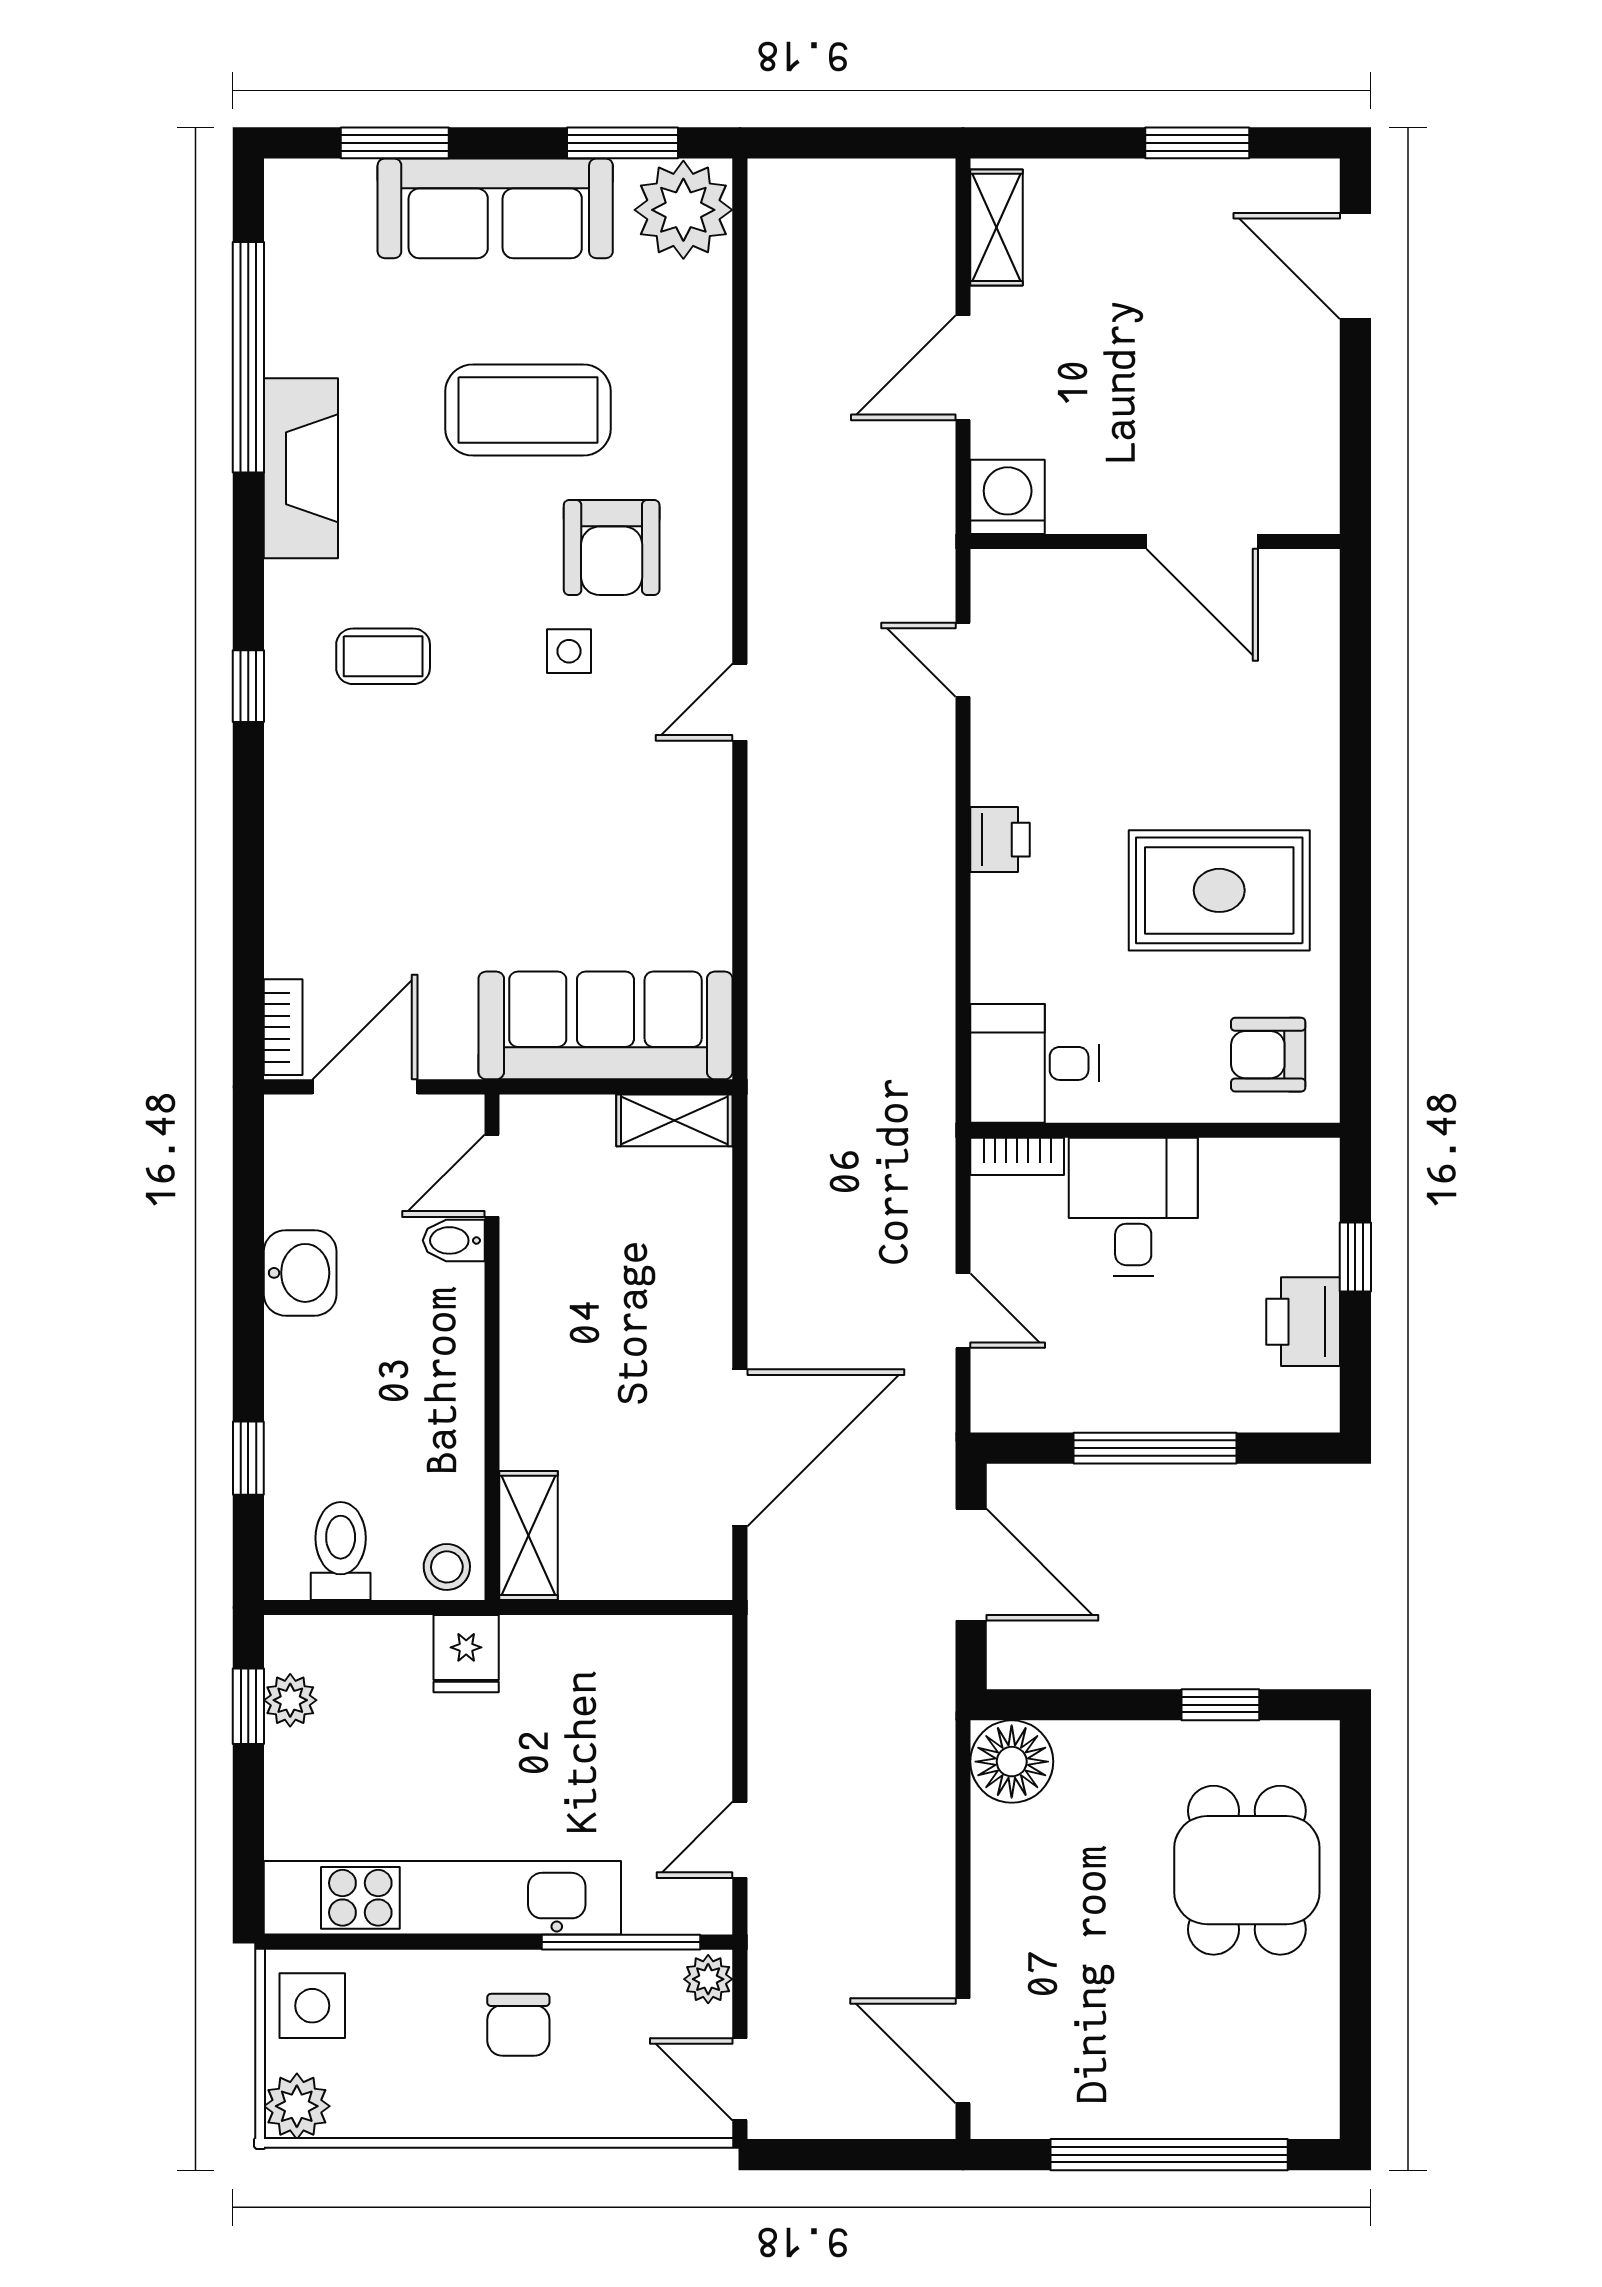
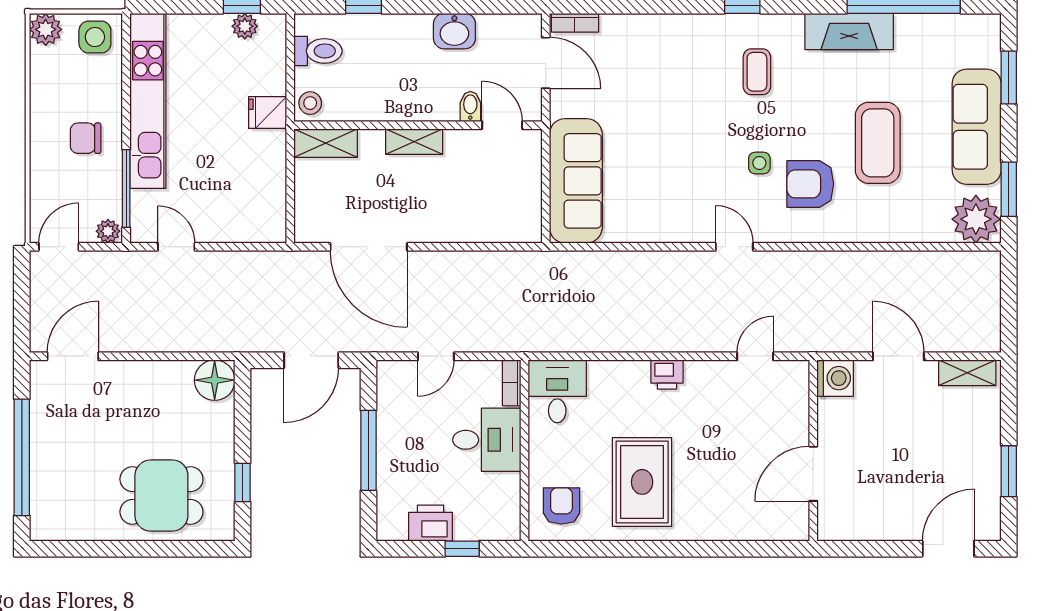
shelving: (674, 1120) -> (414, 142), moved, turned 90

